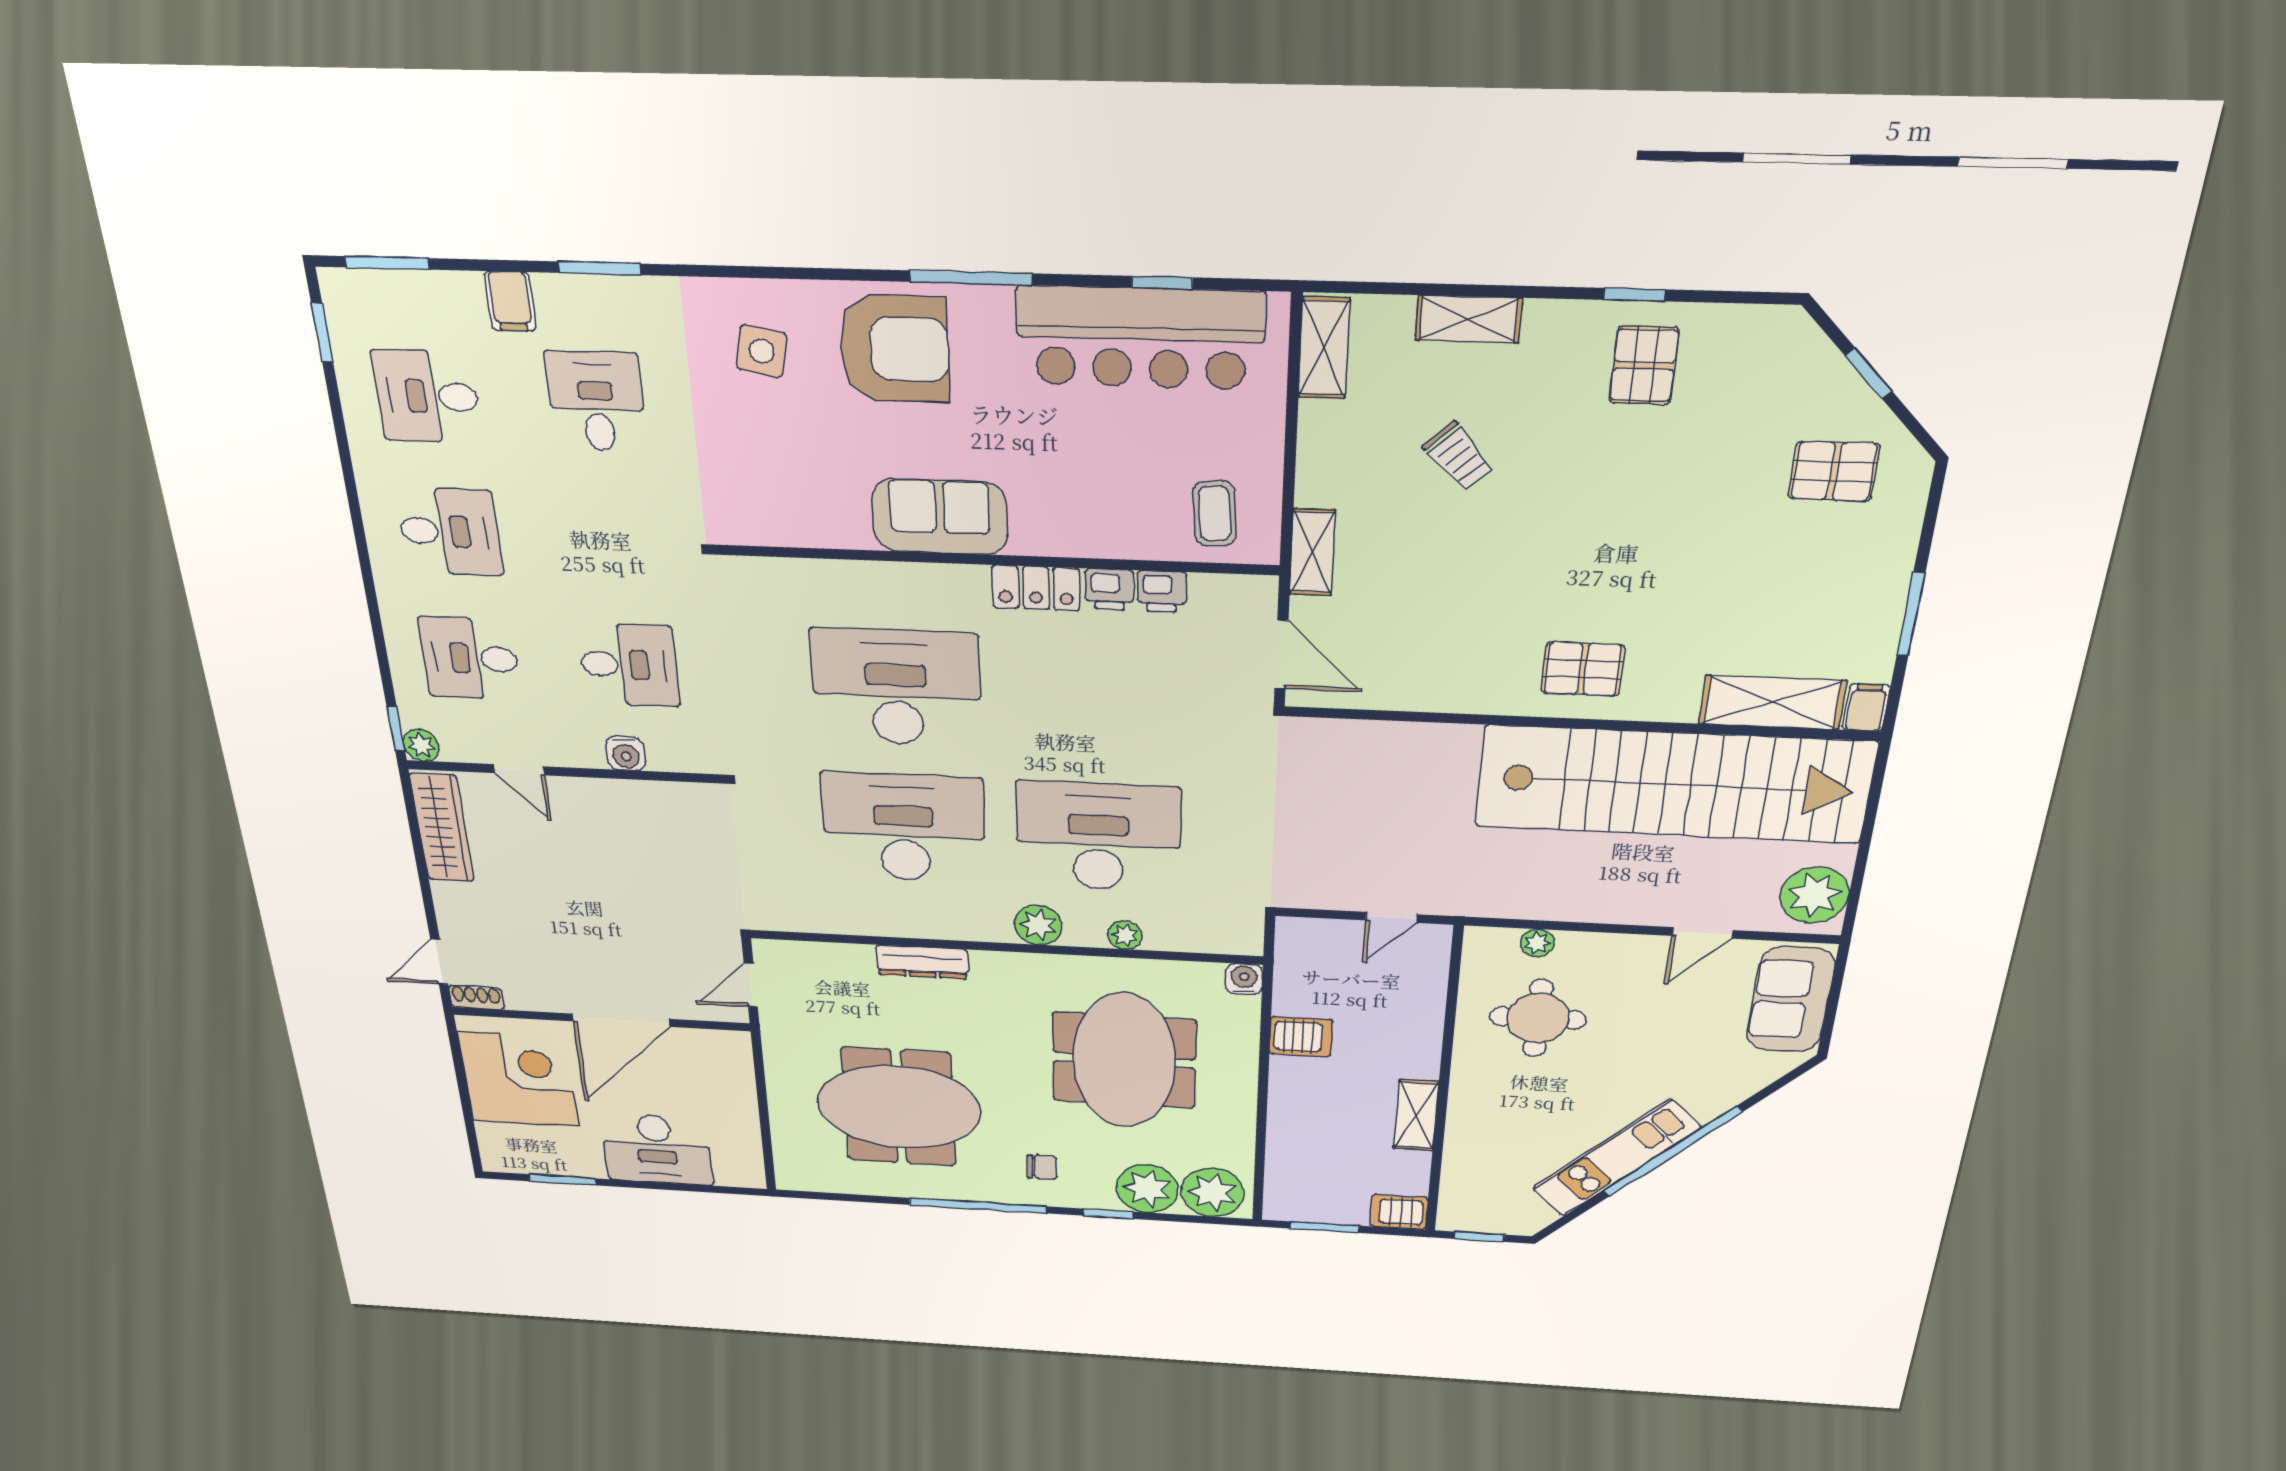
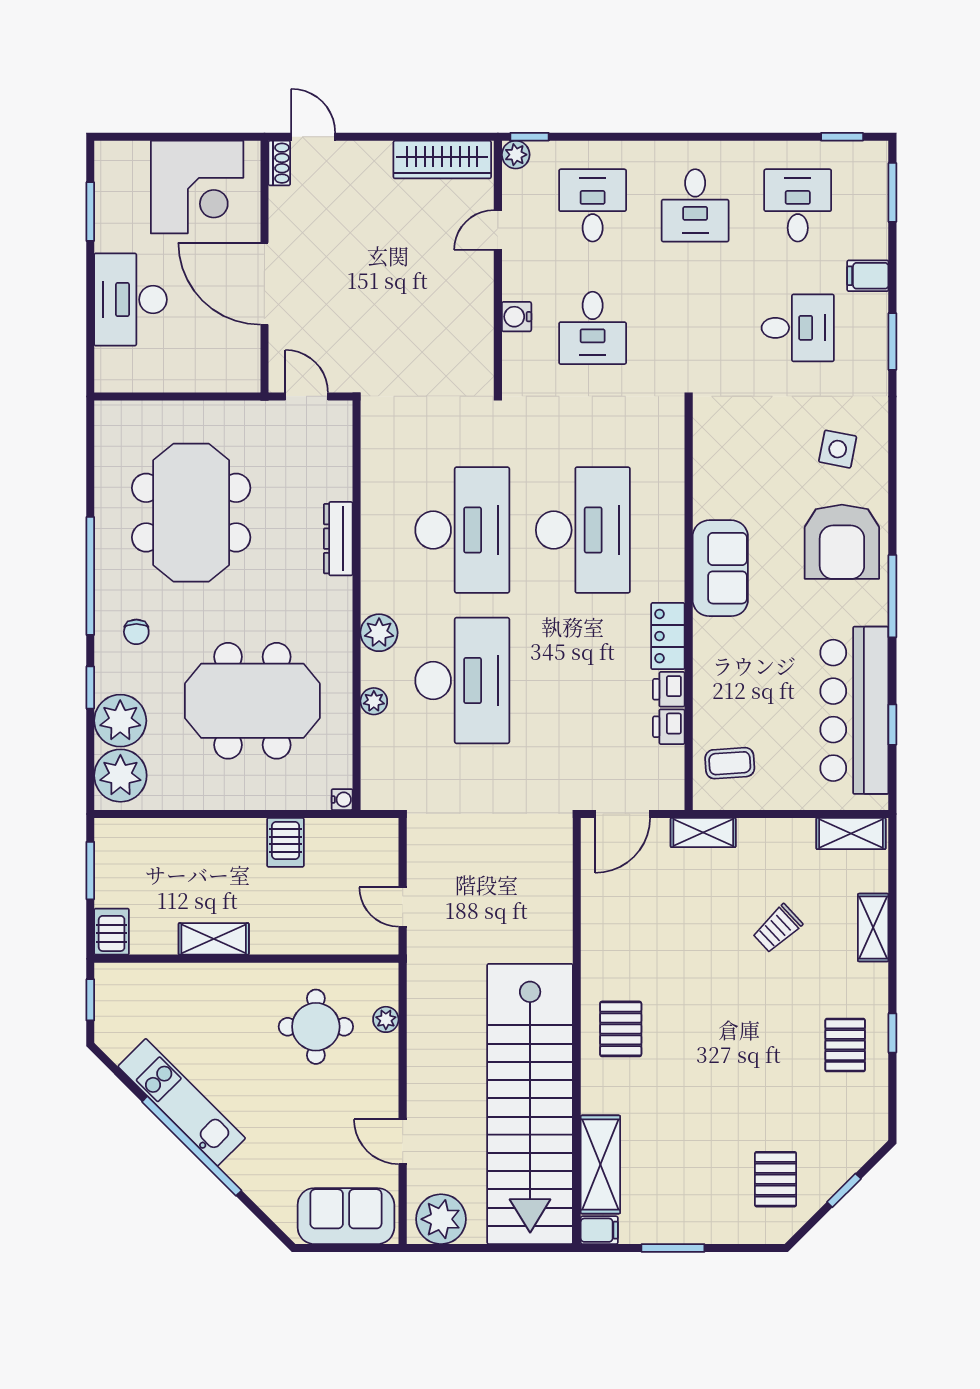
pallet: (1644, 365) -> (845, 1045), turned 90
water cooler: (1244, 979) -> (342, 800), width x0.72, depth x0.72

